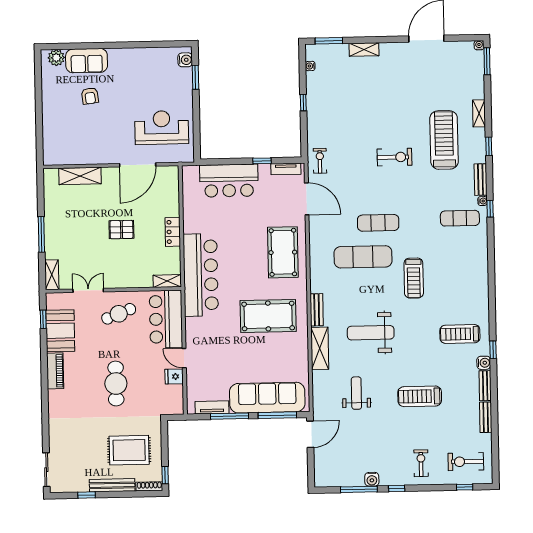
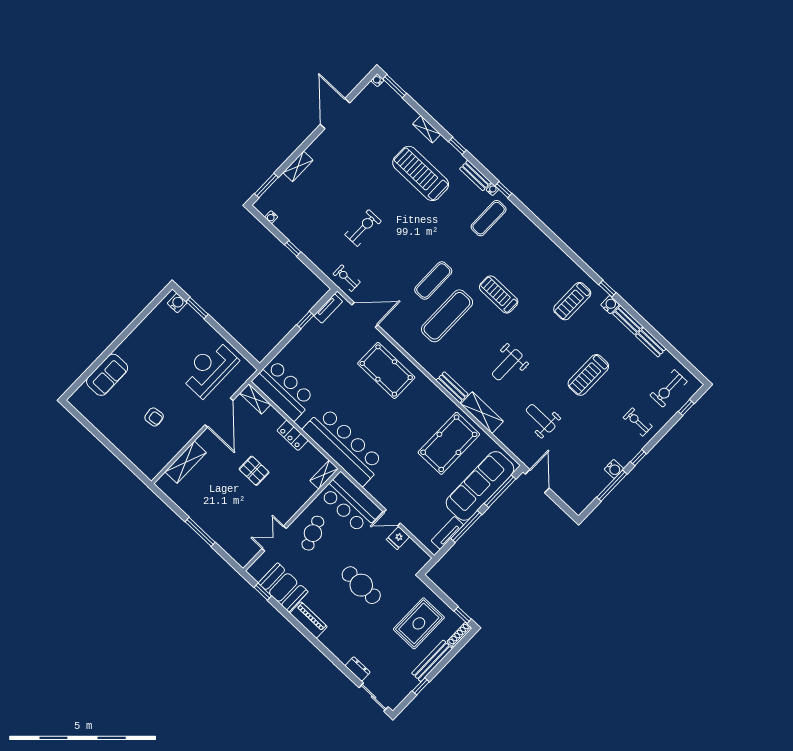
plant: (56, 58) -> (83, 394), removed
armchair: (90, 96) -> (154, 417), moved
exercise bike: (395, 157) -> (363, 228), moved
bar counter: (229, 181) -> (284, 390), moved, turned -90
pallet: (121, 230) -> (254, 471), turned 90
shelving: (52, 275) -> (255, 399), moved
treadmill: (414, 278) -> (499, 294), turned 180
pool table: (268, 316) -> (449, 443), moved
weight bench: (371, 333) -> (507, 365), width x0.73, depth x0.75
dresser: (55, 439) -> (358, 669), added

